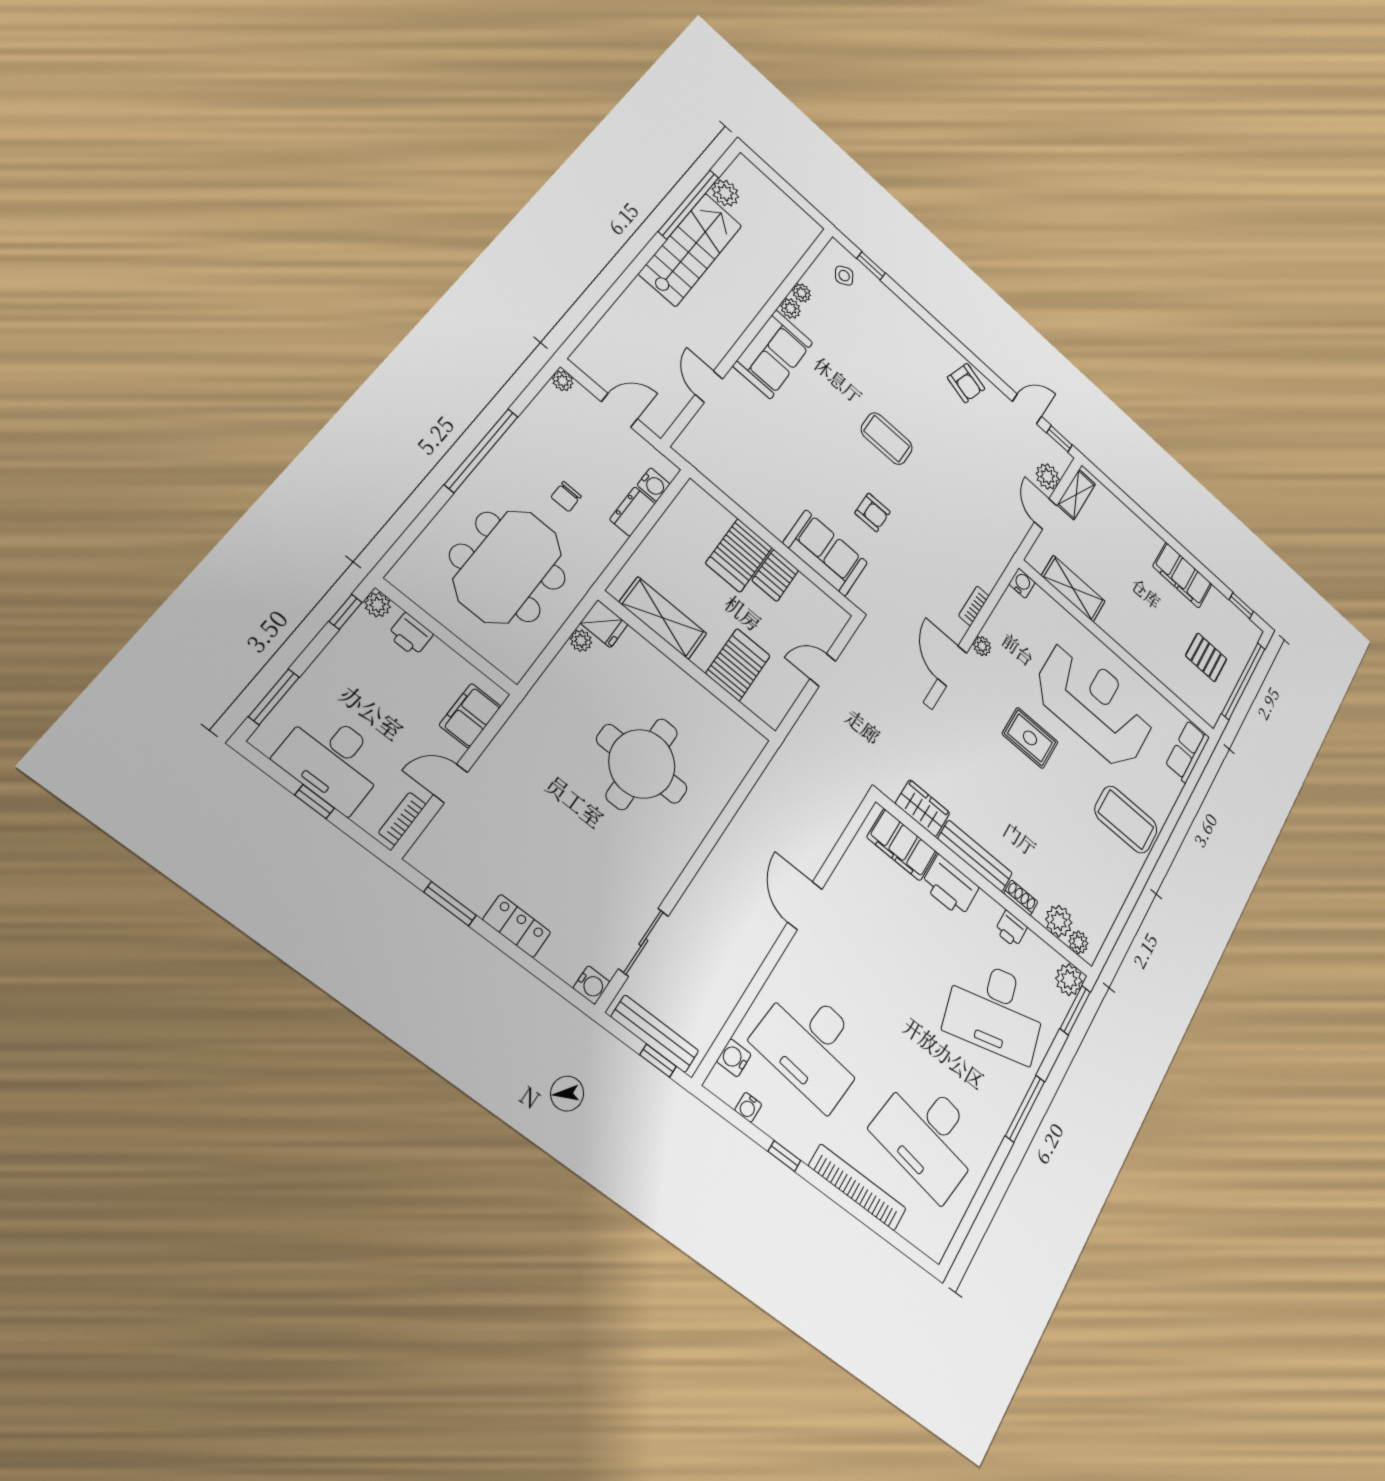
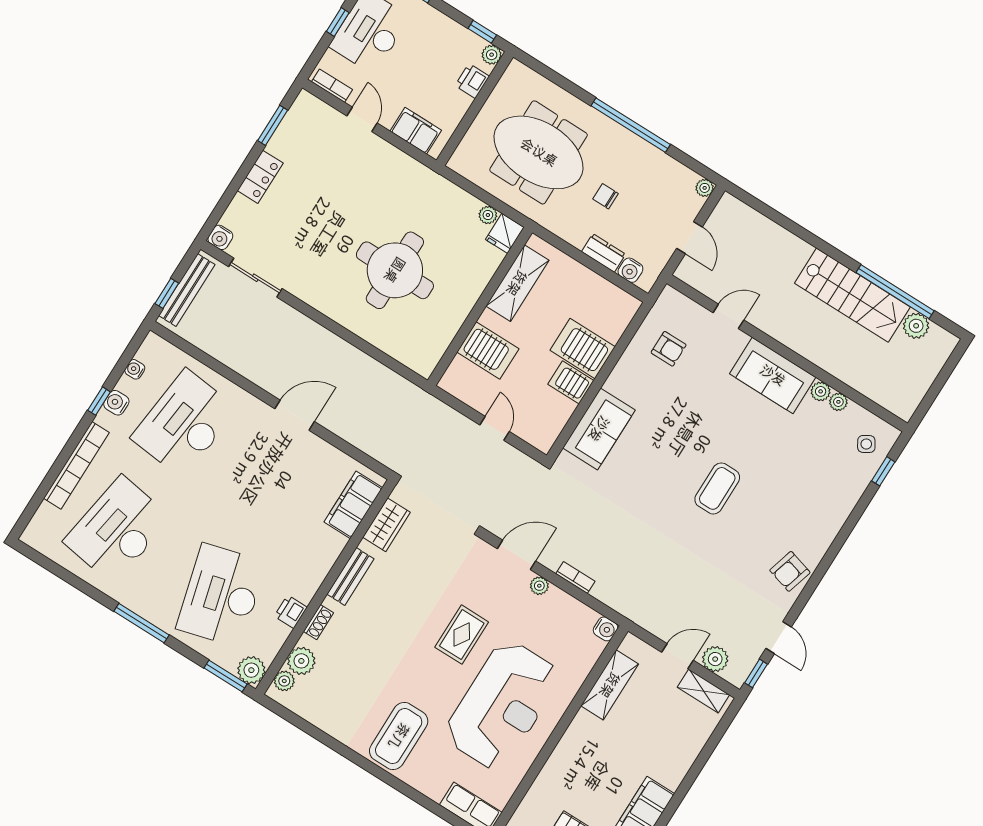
armchair: (873, 512) -> (669, 349), moved, turned -90
bench: (975, 856) -> (350, 577), width x0.73
printer: (950, 886) -> (322, 551), removed
water cooler: (734, 1058) -> (116, 403), moved, turned -90

